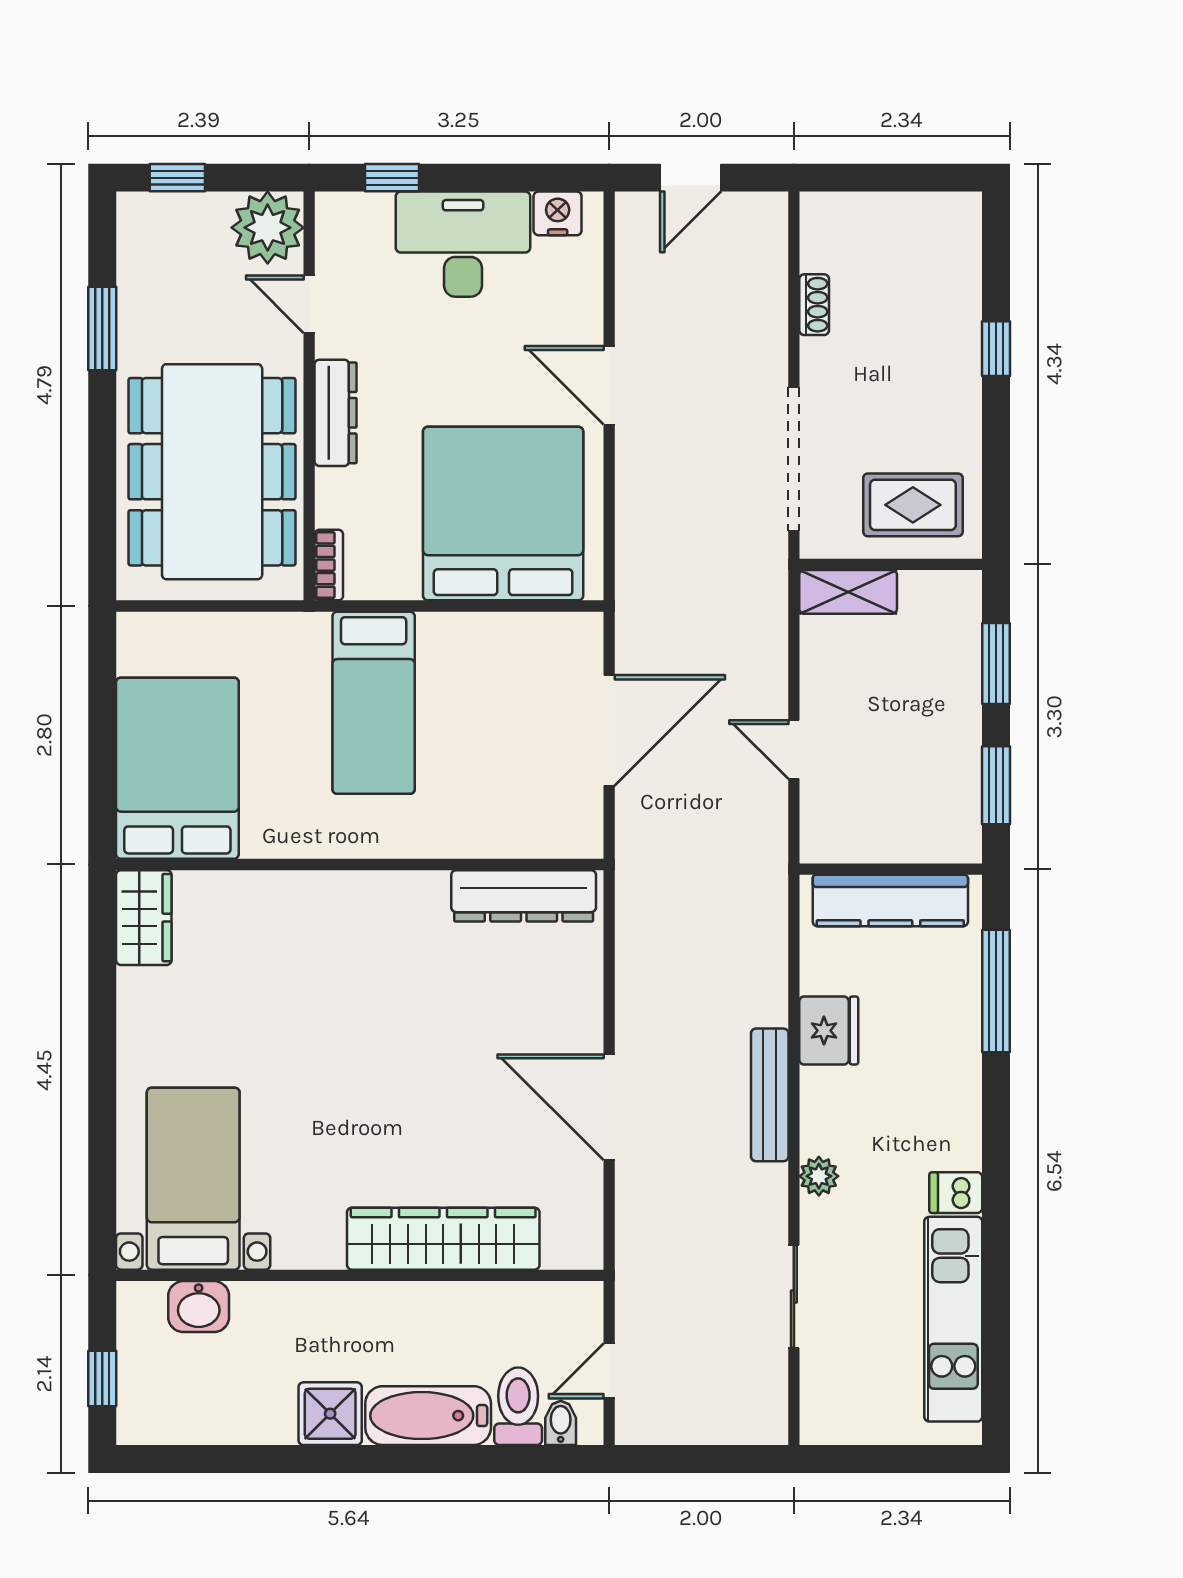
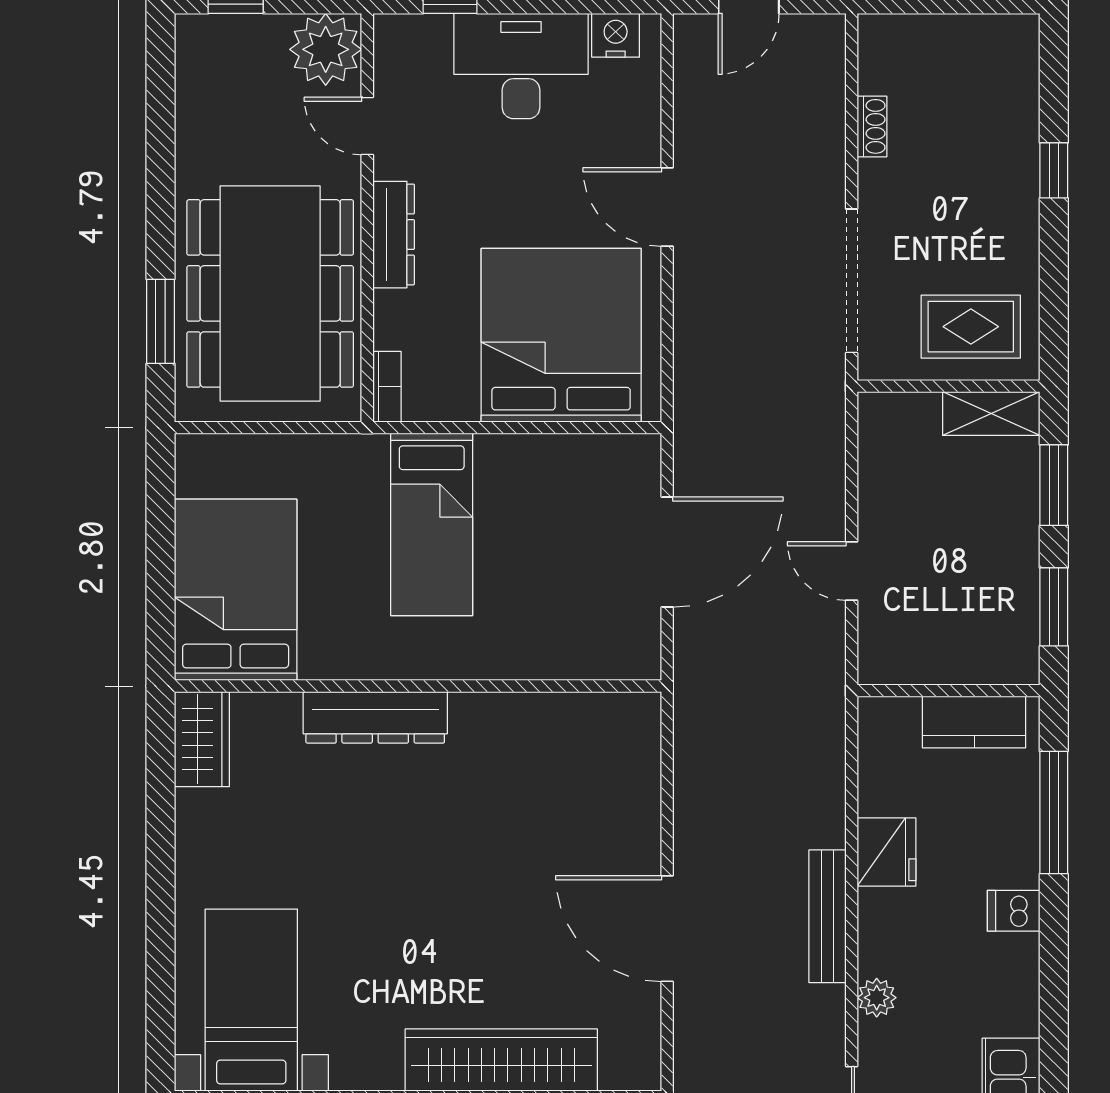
window: (102, 328) -> (161, 321), moved
shelving: (848, 592) -> (991, 414), moved
dresser: (524, 896) -> (375, 717), moved
kitchen counter: (890, 900) -> (974, 722), width x0.67
dishwasher: (956, 1193) -> (1014, 911), moved

